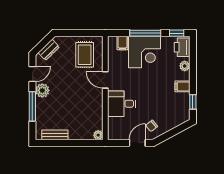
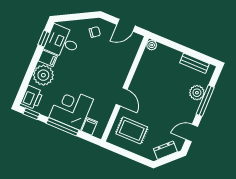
rug: (85, 55) -> (132, 130), turned 90
plant: (185, 66) -> (43, 75), width x1.87, depth x1.87
plant: (42, 90) -> (197, 93), moved
desk: (122, 104) -> (62, 42), moved, turned 180
door: (137, 143) -> (126, 25), moved

